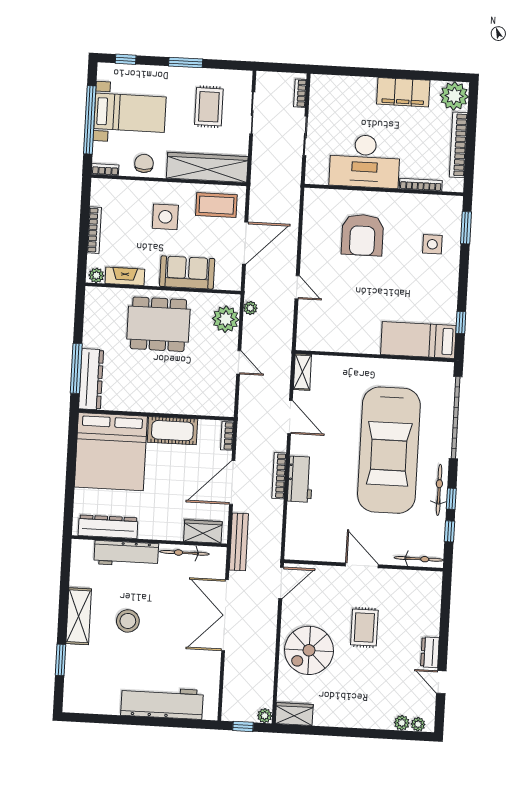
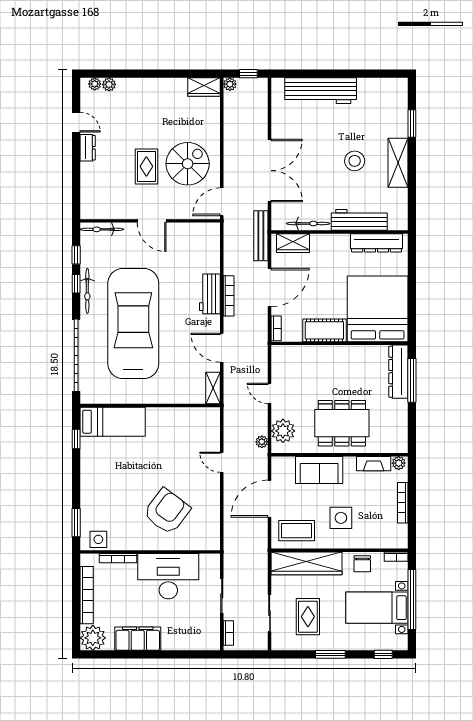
armchair: (362, 235) -> (167, 511), turned 37
side table: (432, 244) -> (98, 539), moved
spiral stairs: (309, 650) -> (188, 164), moved

